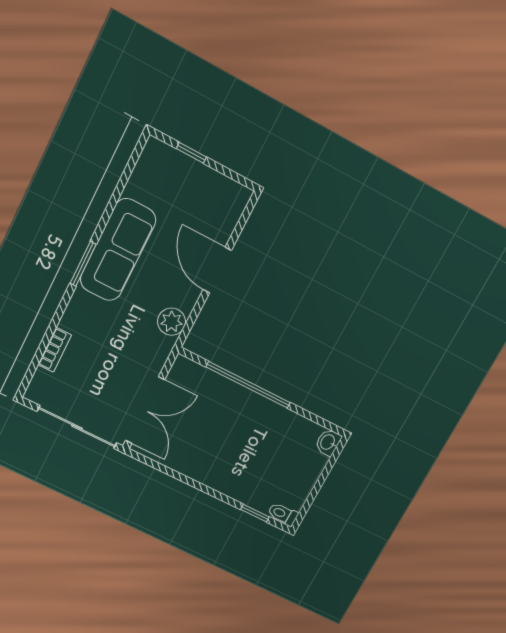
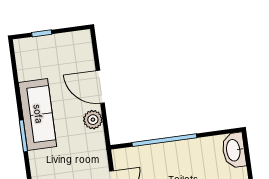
plant: (172, 322) -> (93, 120), moved
washbasin: (328, 442) -> (234, 150), width x1.91, depth x1.45

